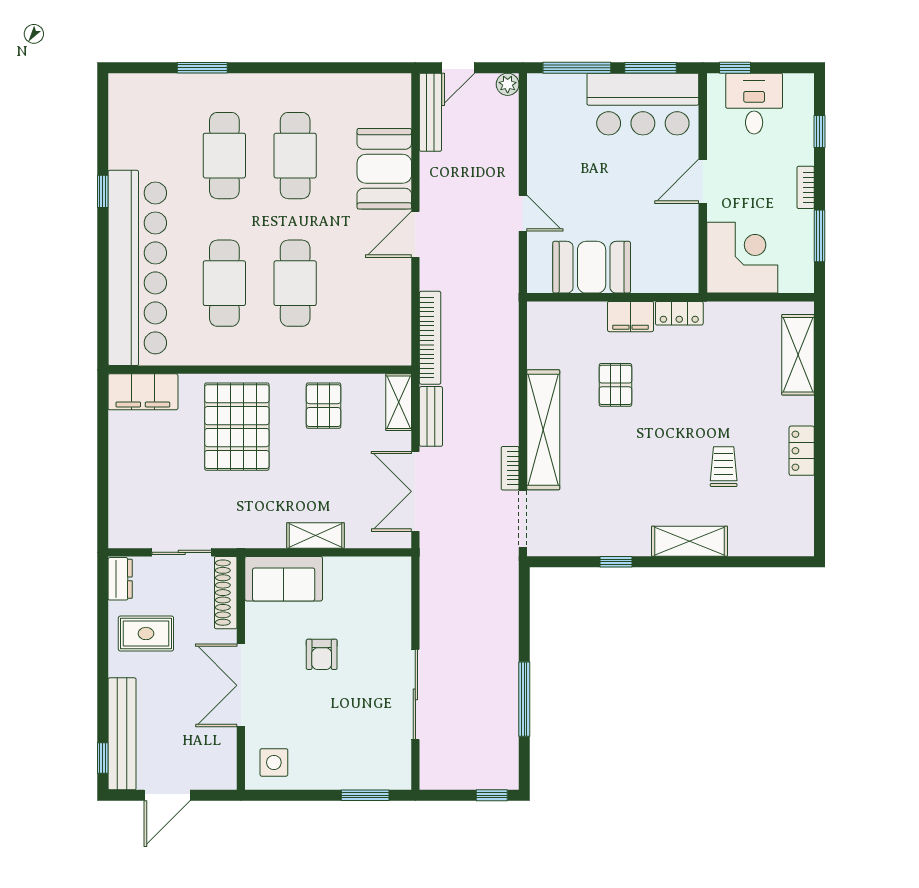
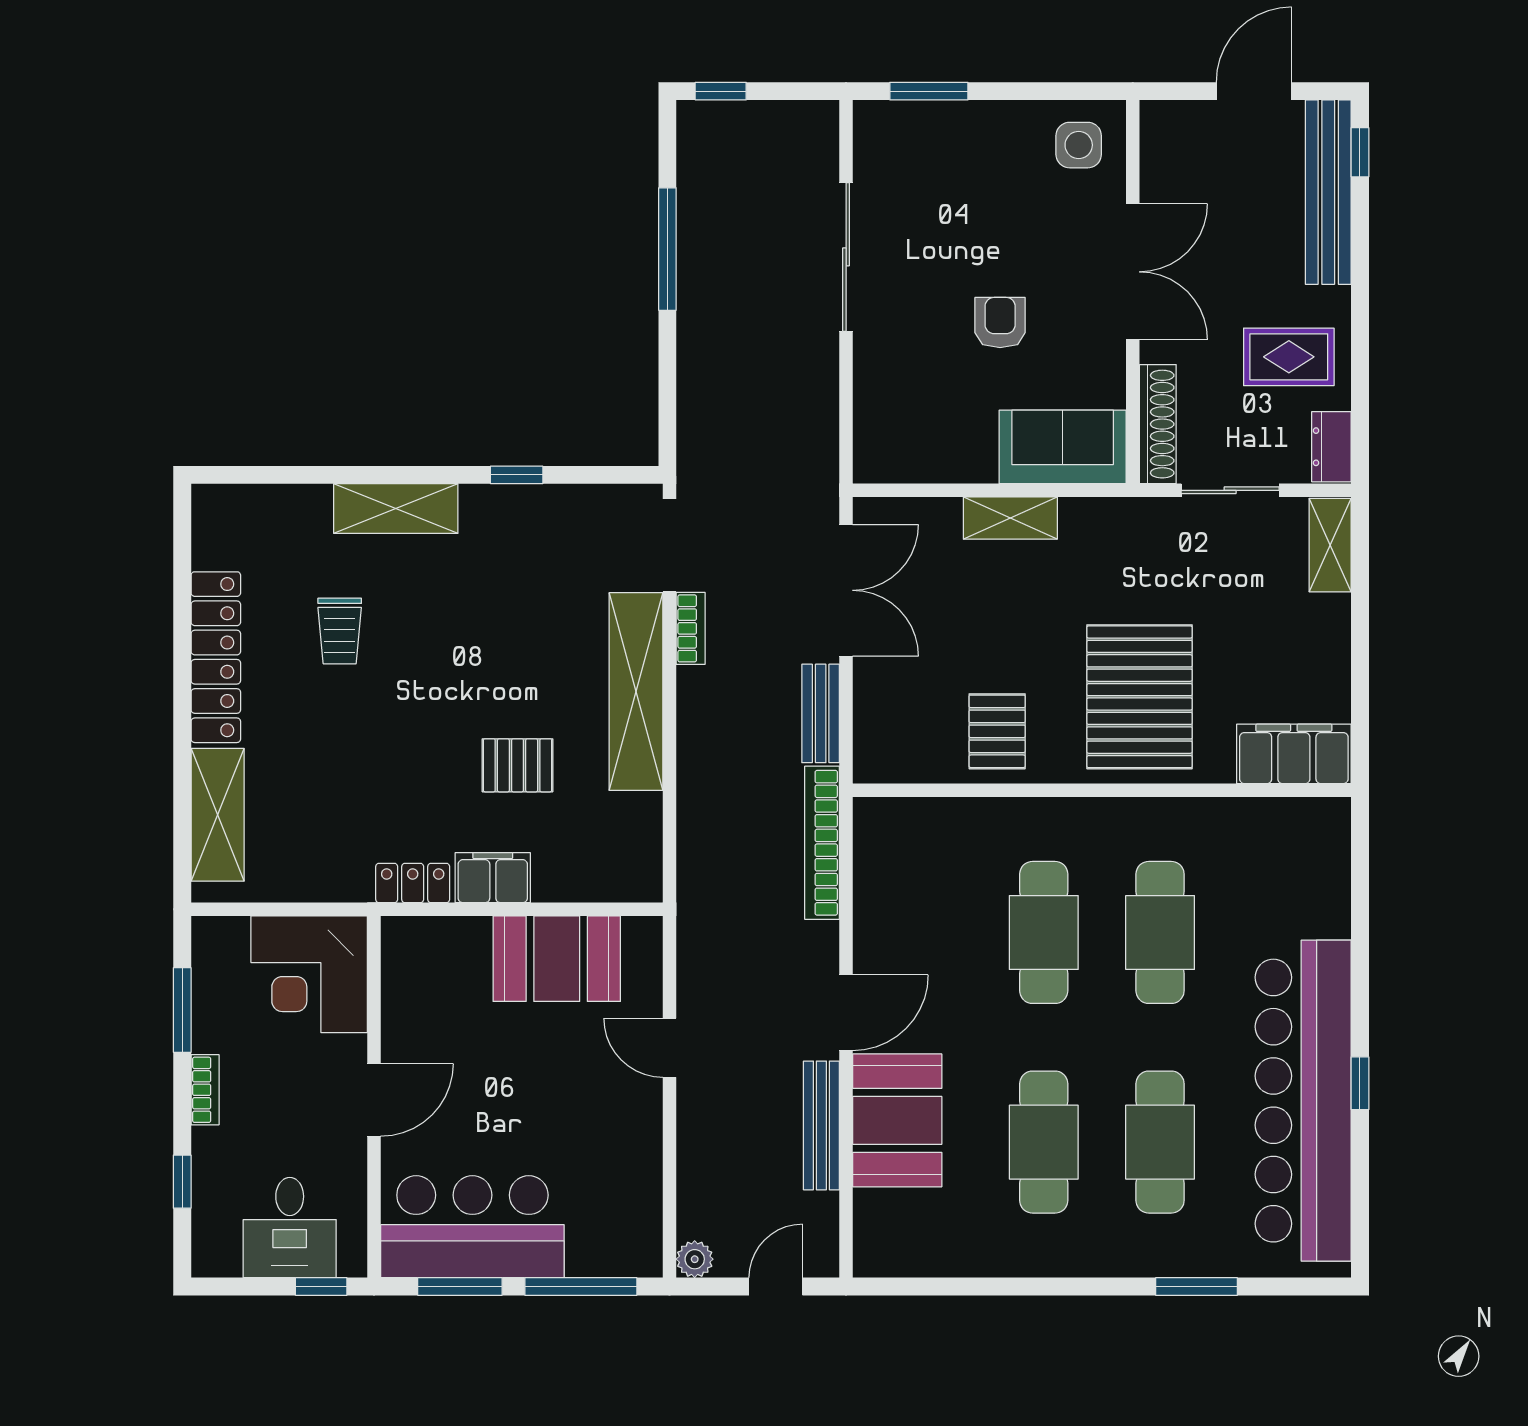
bench: (430, 112) -> (821, 1125), moved
bar counter: (137, 268) -> (1303, 1101), moved
pallet: (615, 385) -> (518, 765), turned 90
shelving: (399, 402) -> (1330, 545), moved
locker: (802, 451) -> (216, 657), width x2.16, depth x1.21

